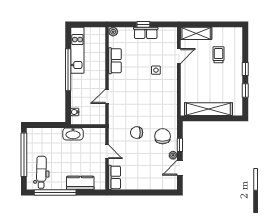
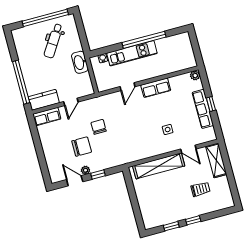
row of seats: (146, 33) -> (203, 109), width x1.48
kitchen unit: (77, 50) -> (132, 53), moved
row of seats: (115, 61) -> (156, 88), moved
door: (107, 96) -> (128, 87), swing flipped
shelving: (208, 109) -> (159, 166), moved, turned 90
chair: (163, 136) -> (82, 147), moved
dental chair: (41, 172) -> (53, 41), moved, turned 122
kitchen counter: (80, 183) -> (44, 100), moved, turned -90
window: (55, 193) -> (21, 82), moved

